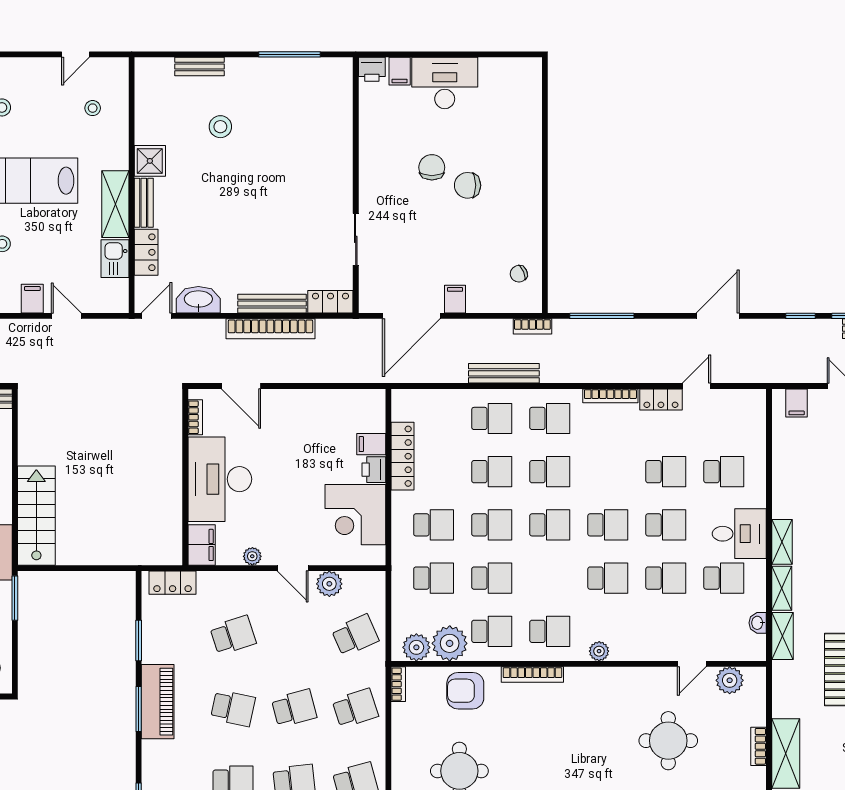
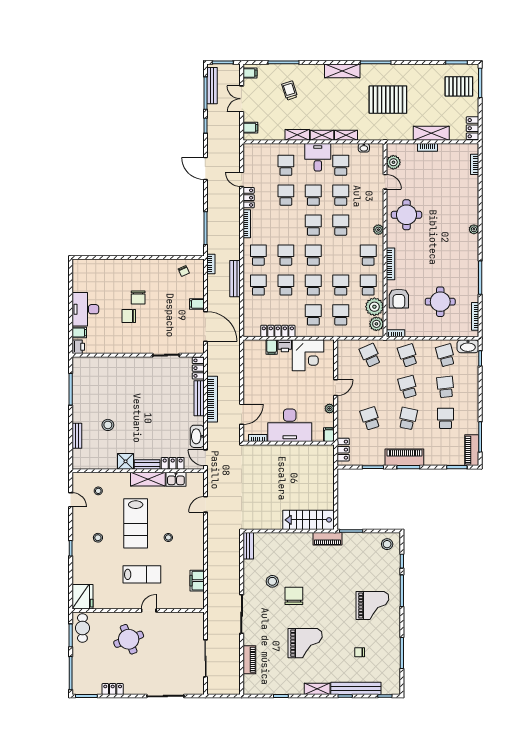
filing cabinet: (32, 299) -> (197, 522), removed
filing cabinet: (202, 545) -> (329, 435), width x0.50
plant: (329, 584) -> (344, 369), removed
shelving: (782, 636) -> (297, 135), moved
round table: (668, 741) -> (407, 215), moved

